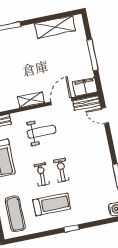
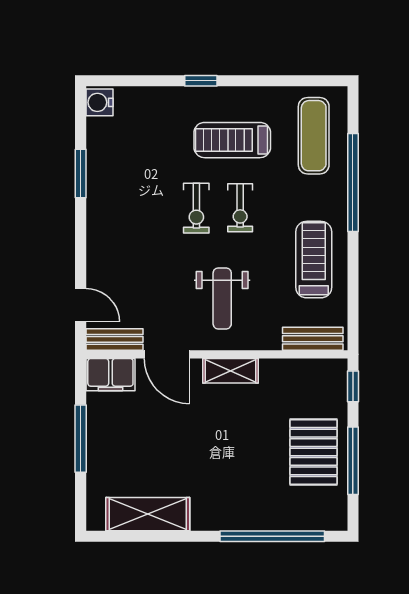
door: (61, 101) -> (167, 354), hinge flipped
weight bench: (41, 132) -> (222, 298), turned -90

